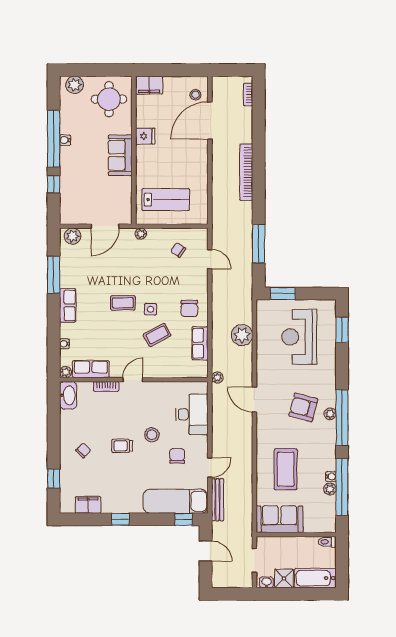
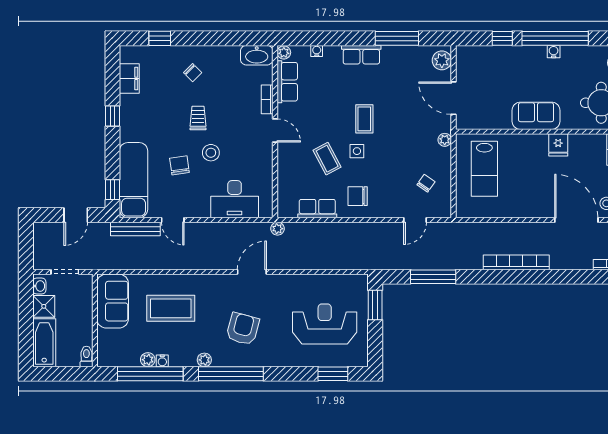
plant: (242, 335) -> (327, 257), removed
plant: (330, 414) -> (204, 360), moved
chair: (177, 456) -> (179, 165), moved, turned -98

